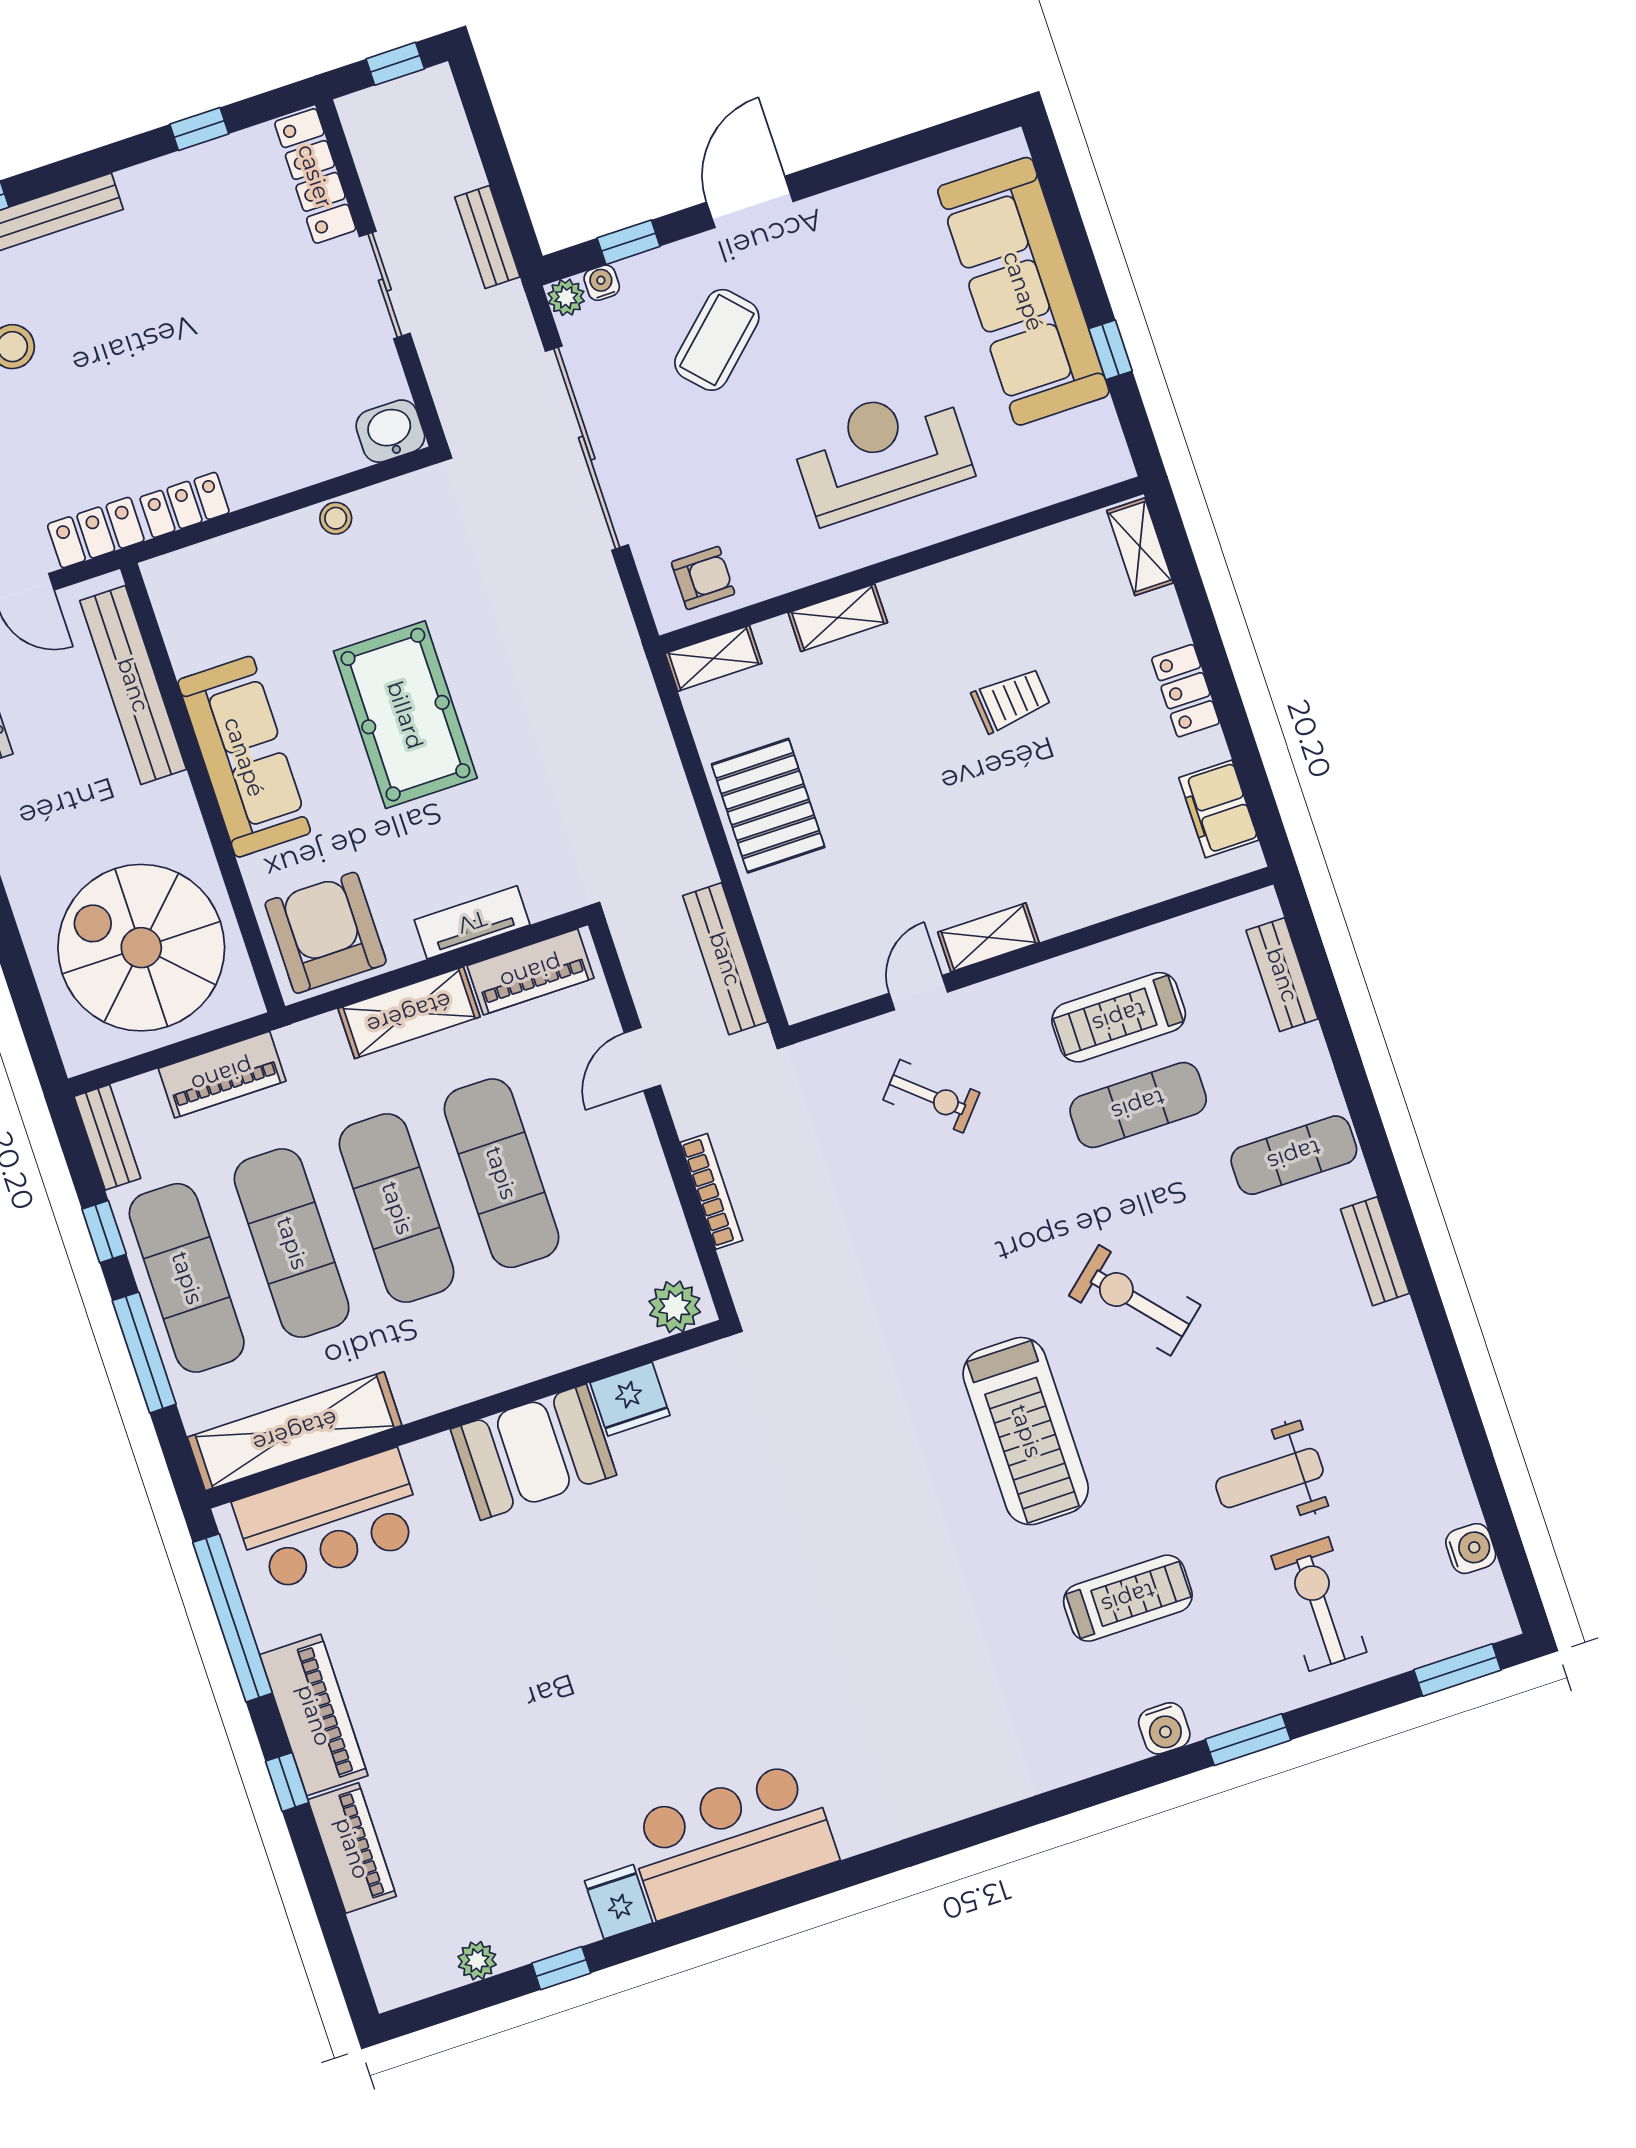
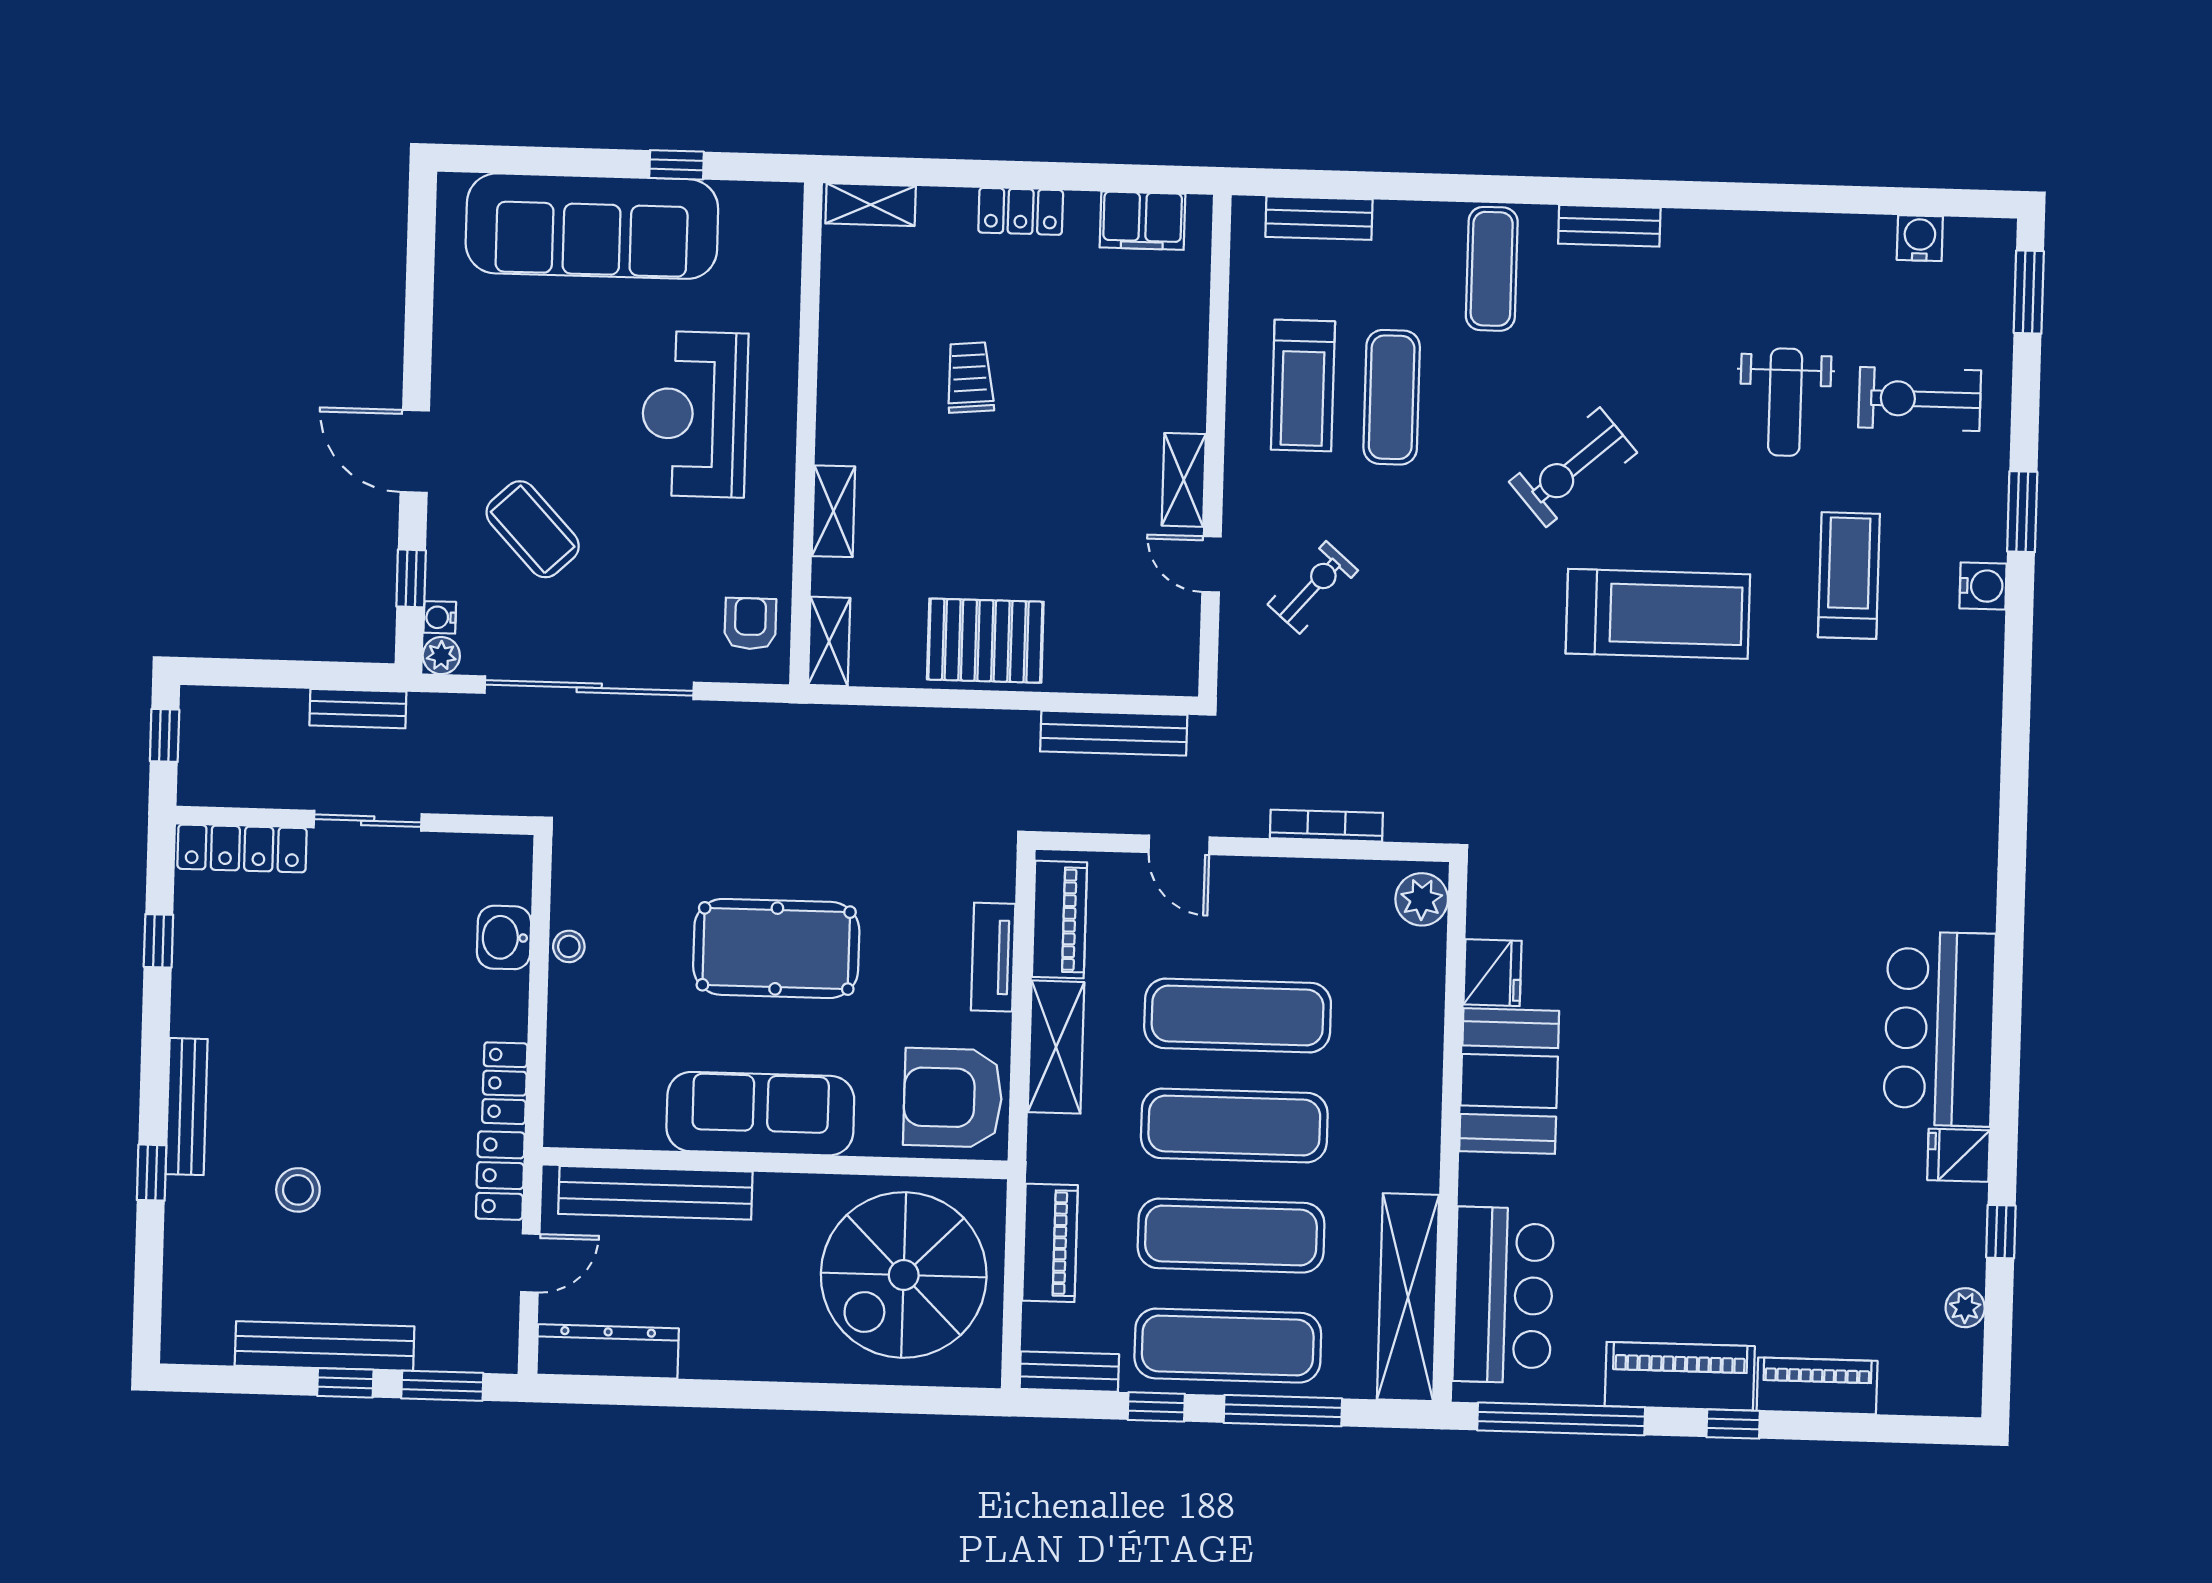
washbasin: (390, 431) -> (504, 937), moved

